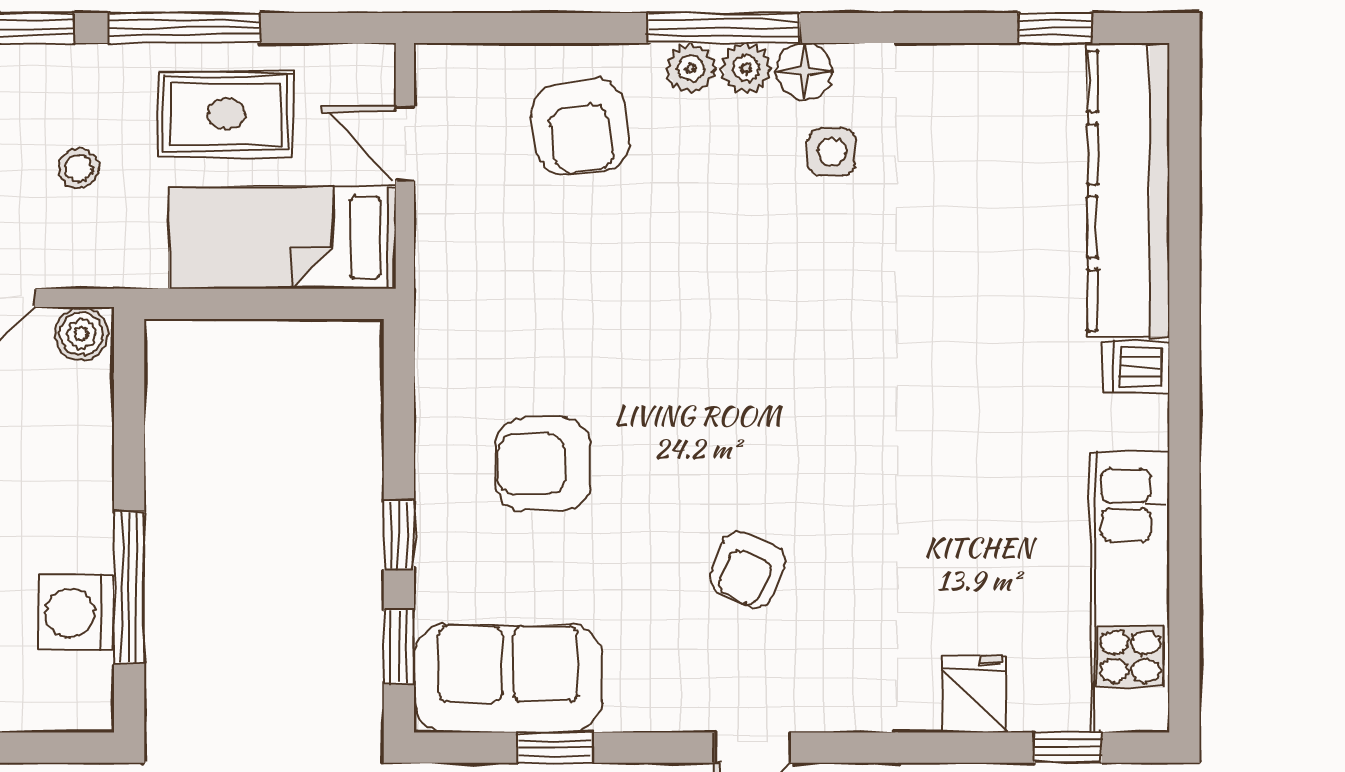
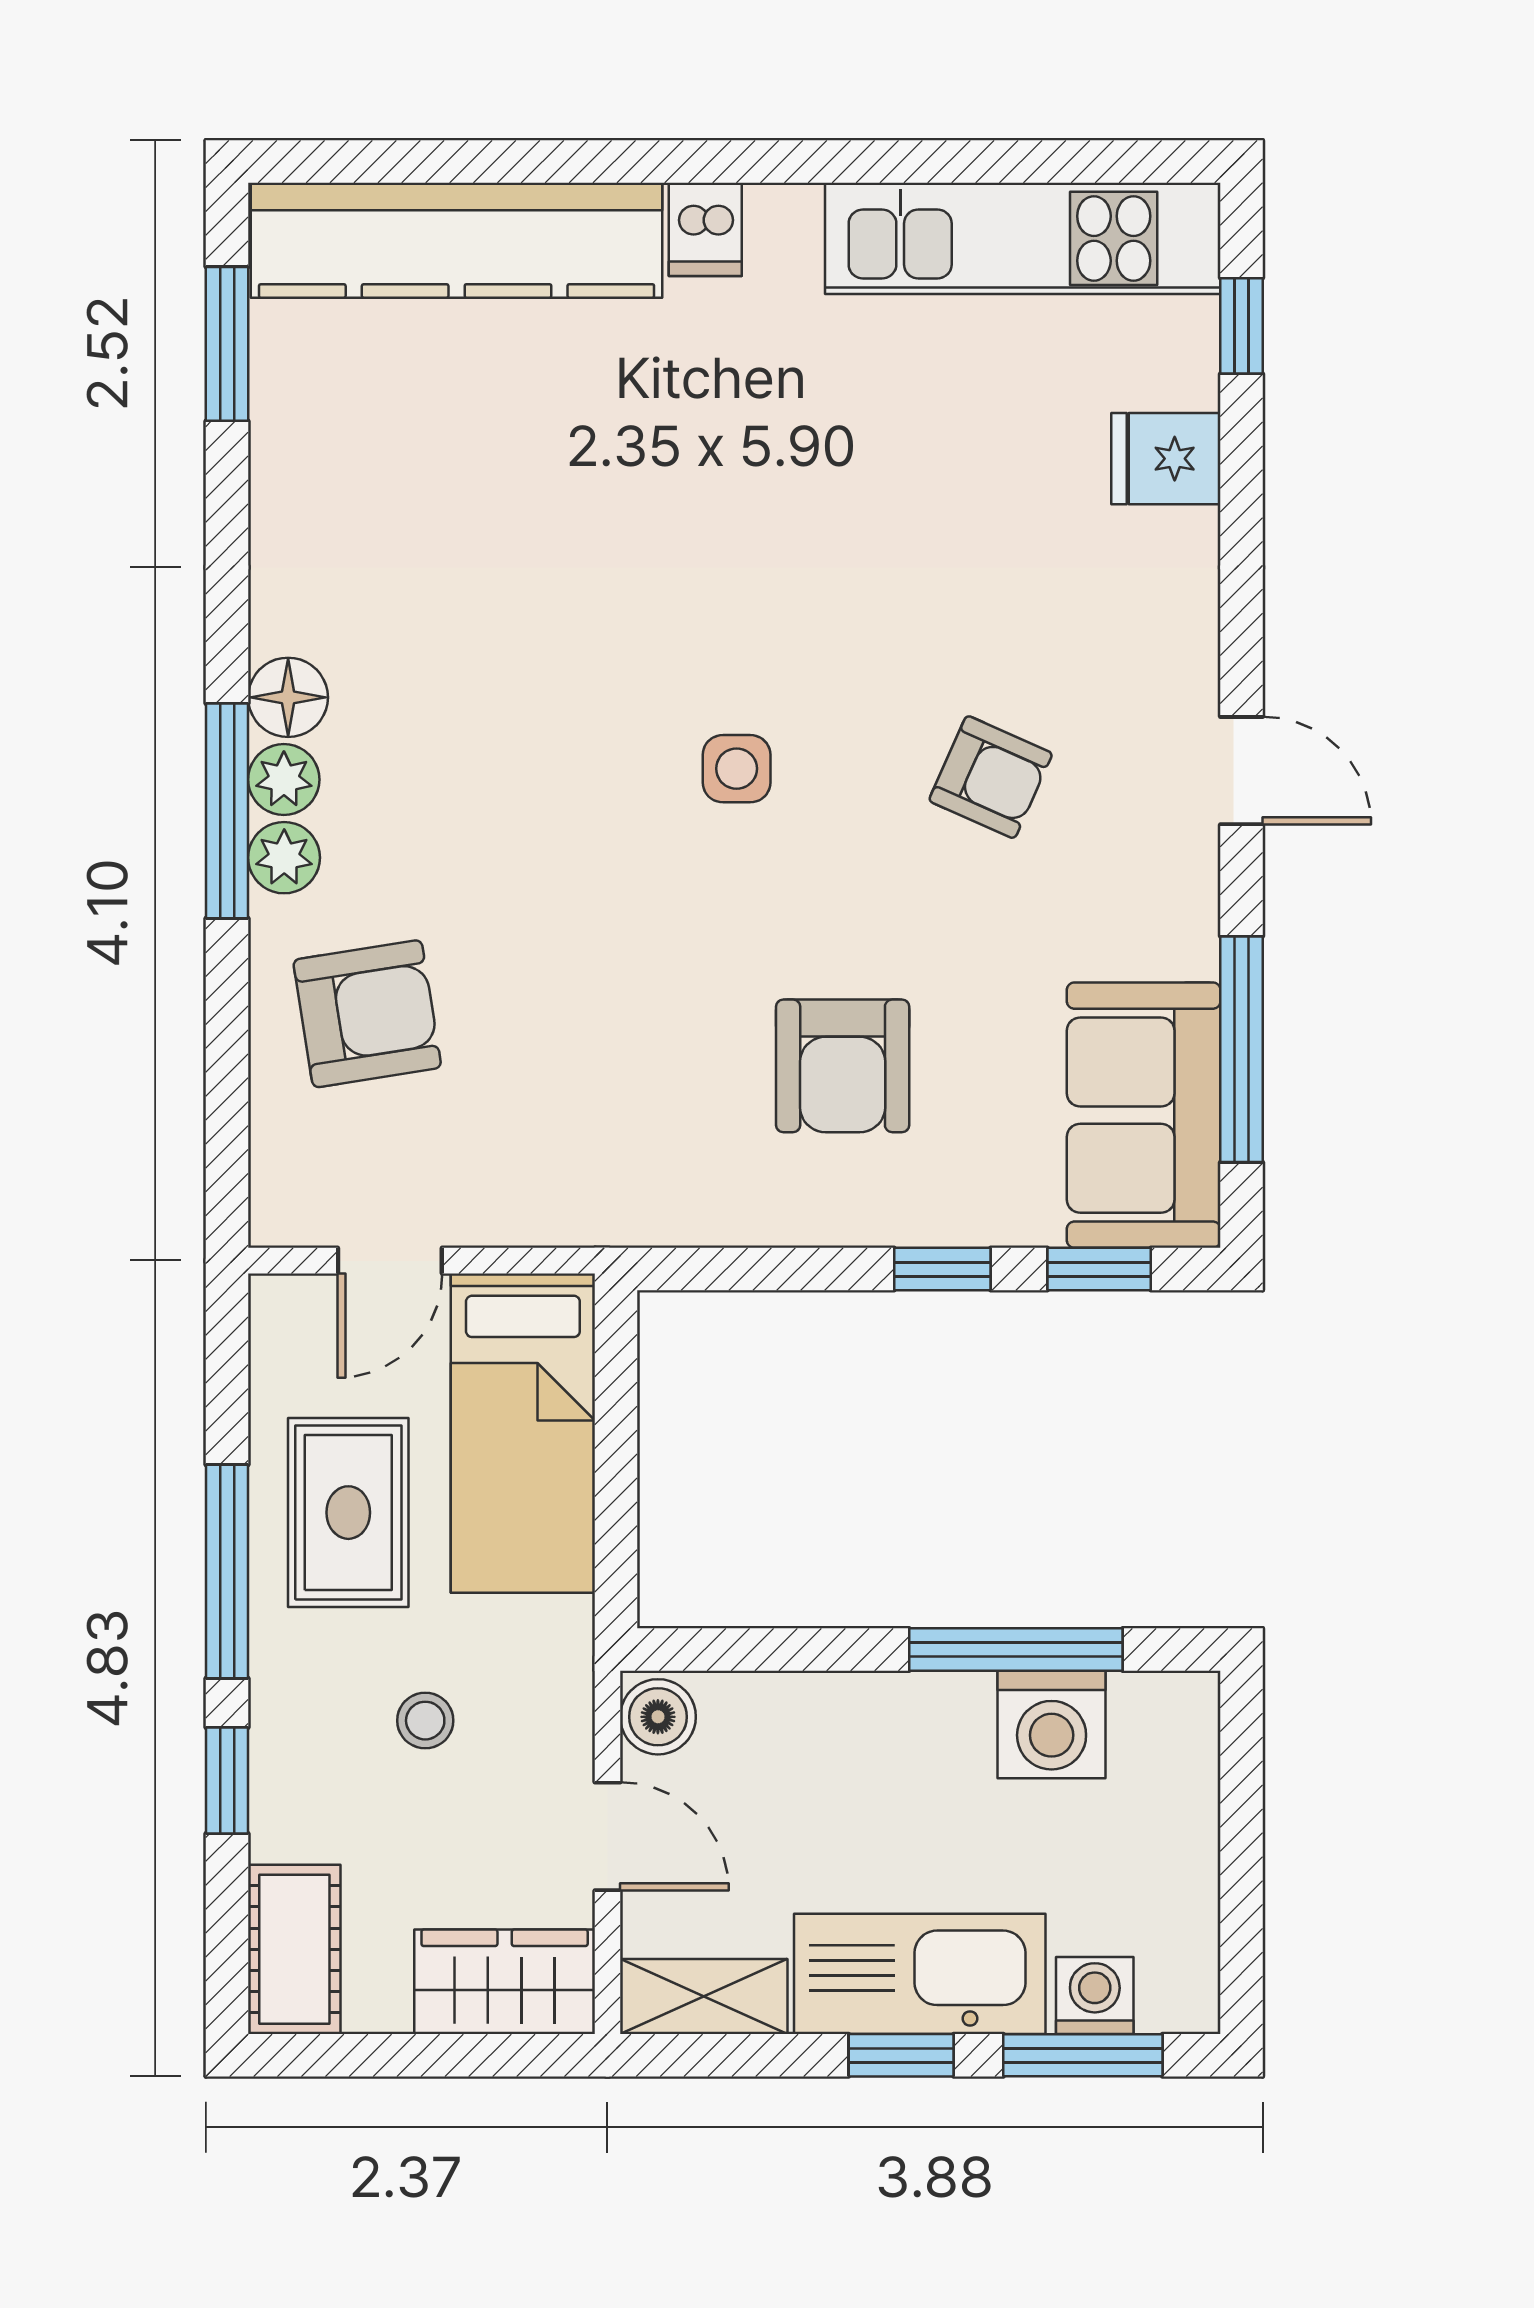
window: (1055, 28) -> (227, 344), width x1.50
side table: (832, 152) -> (737, 769), moved
window: (555, 748) -> (1242, 1049), width x2.17

